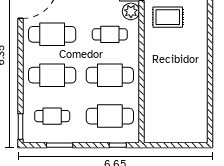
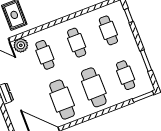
cafe table: (110, 75) -> (77, 43), width x0.73, depth x0.74
cafe table: (110, 116) -> (108, 30), width x0.73, depth x0.74

